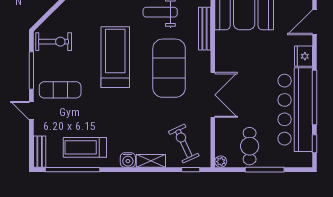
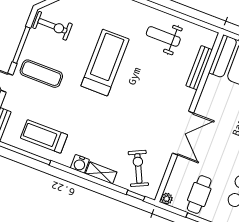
exercise mat: (169, 68) -> (152, 92), removed

